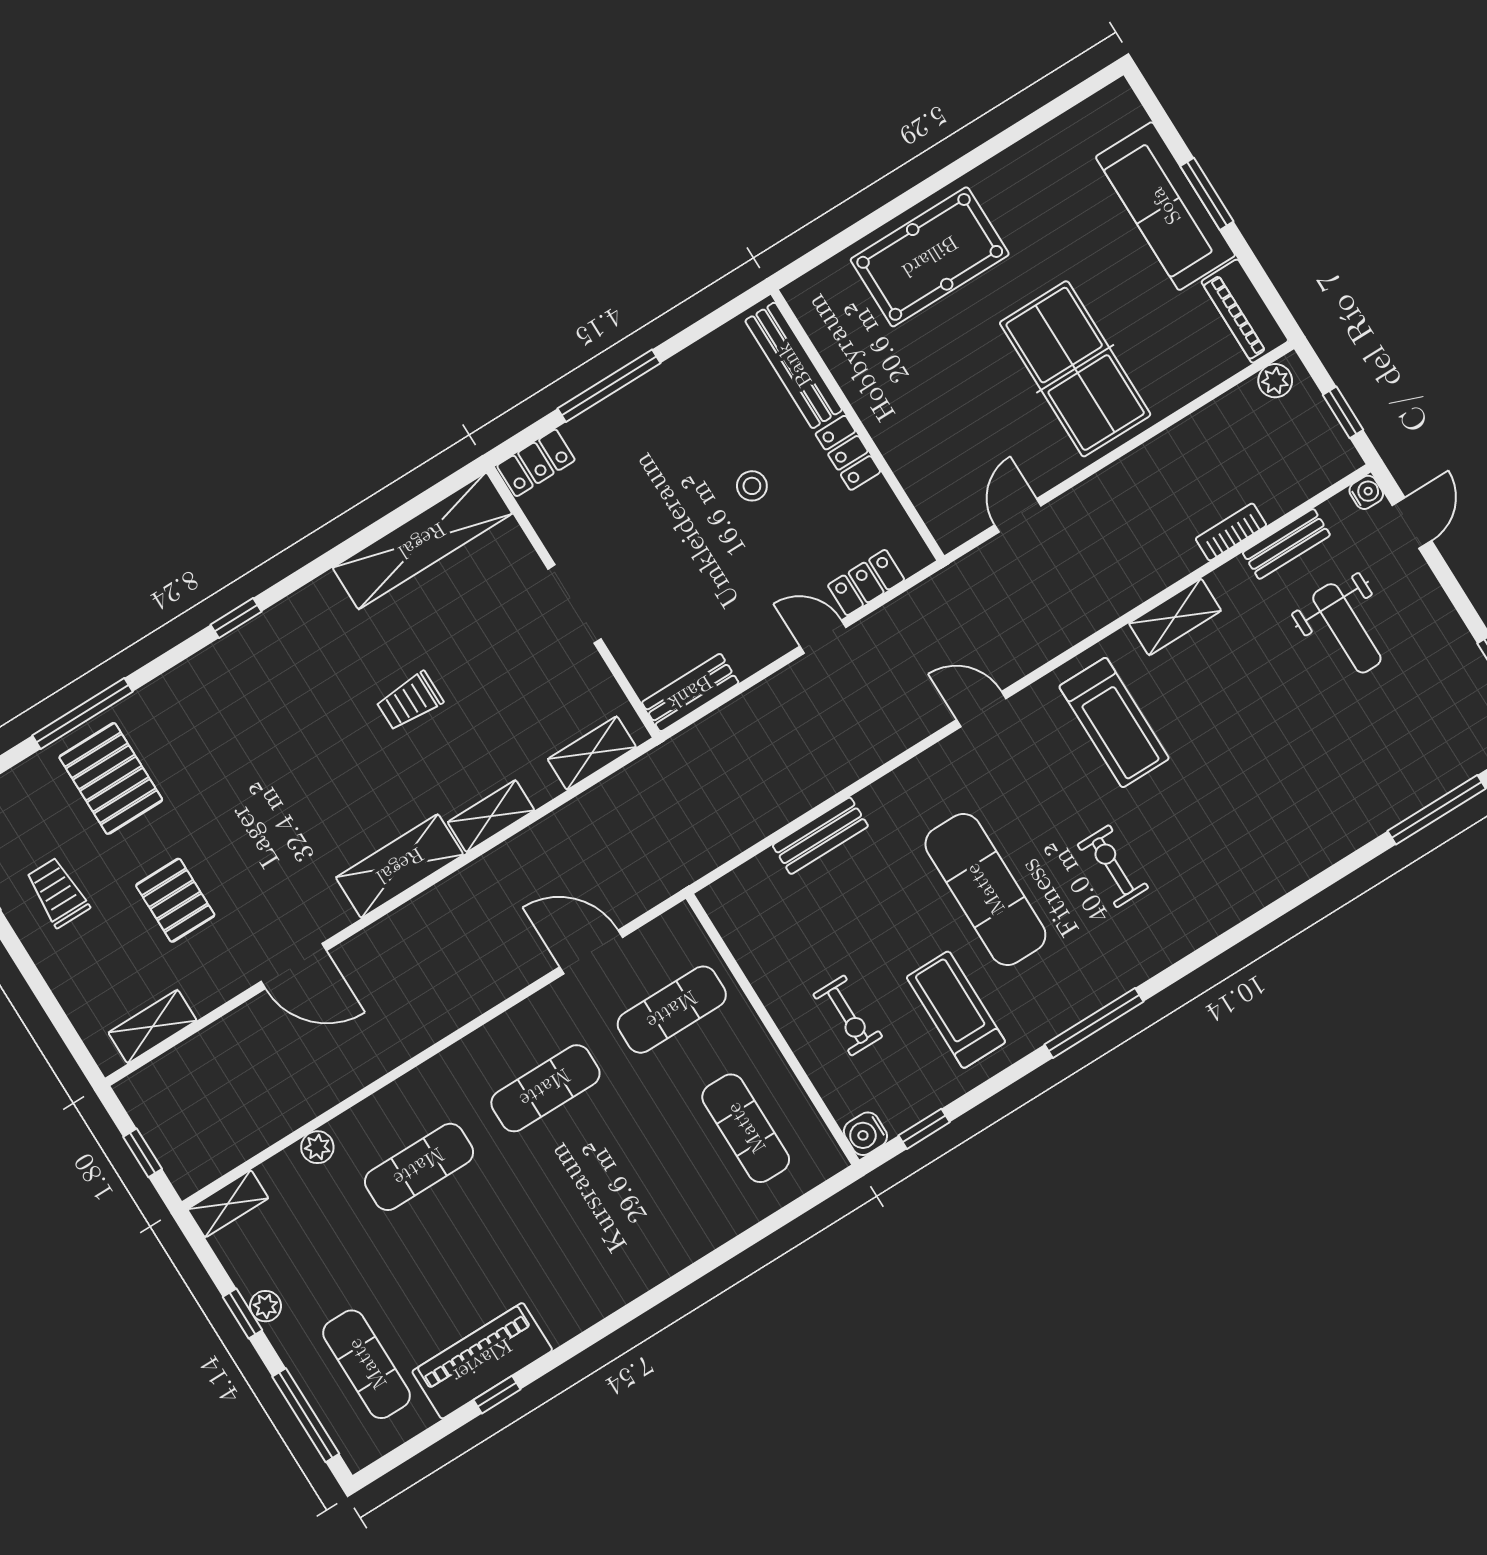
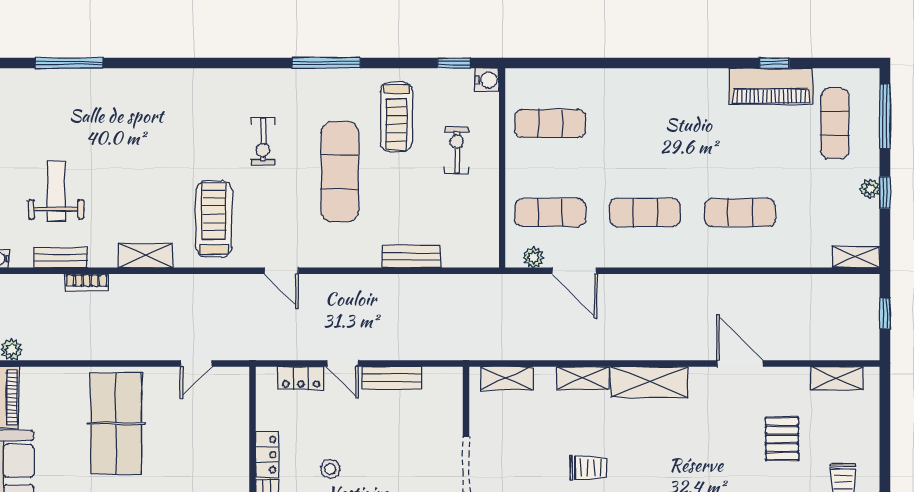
bench: (690, 693) -> (392, 378), moved
exercise mat: (746, 1128) -> (550, 123), turned 90
plant: (317, 1147) -> (533, 257), moved

